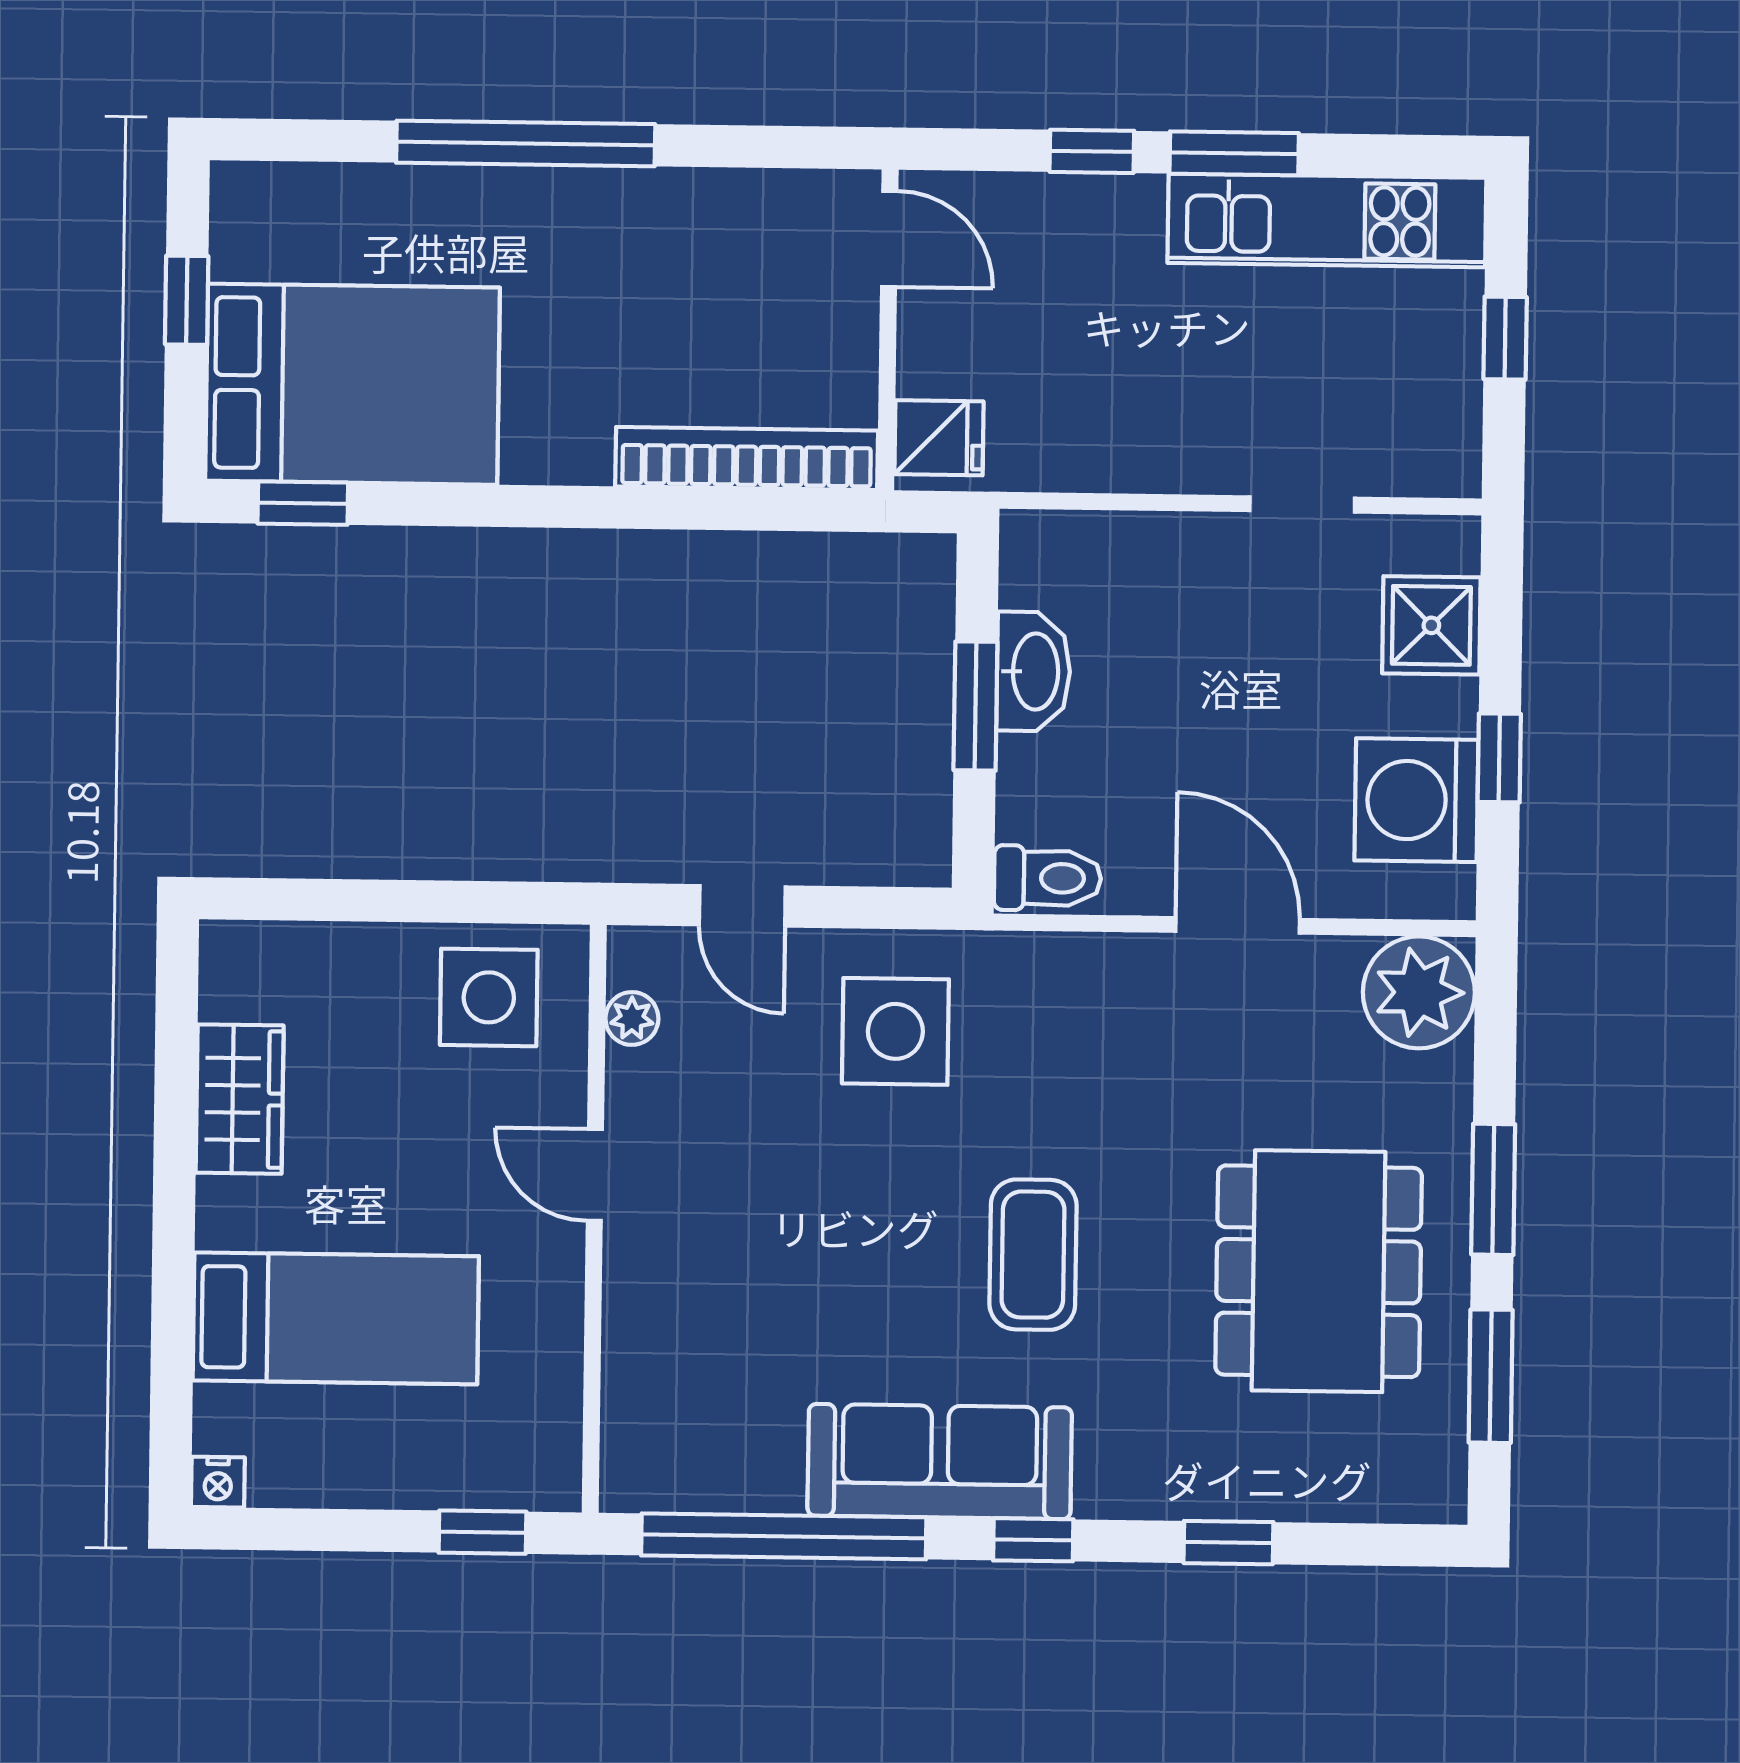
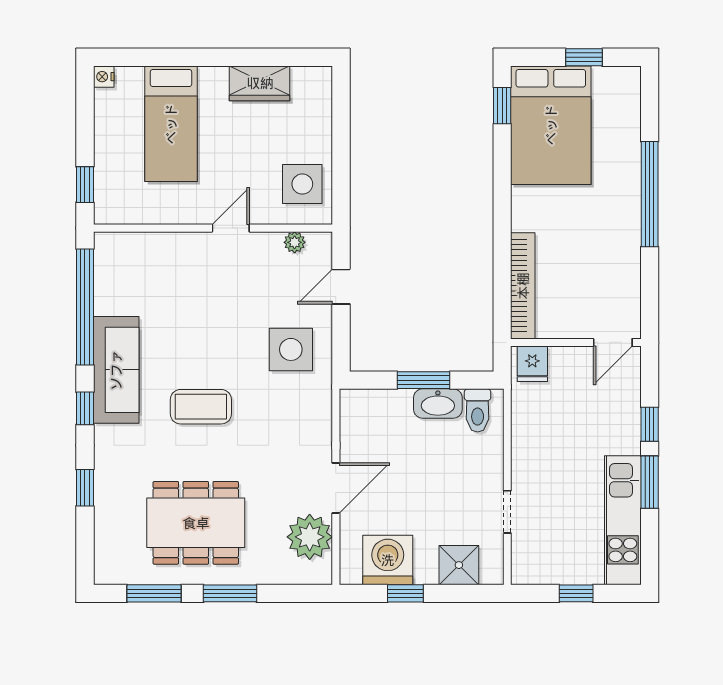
toilet: (1048, 878) -> (478, 410), moved
plant: (1419, 992) -> (310, 537), moved

